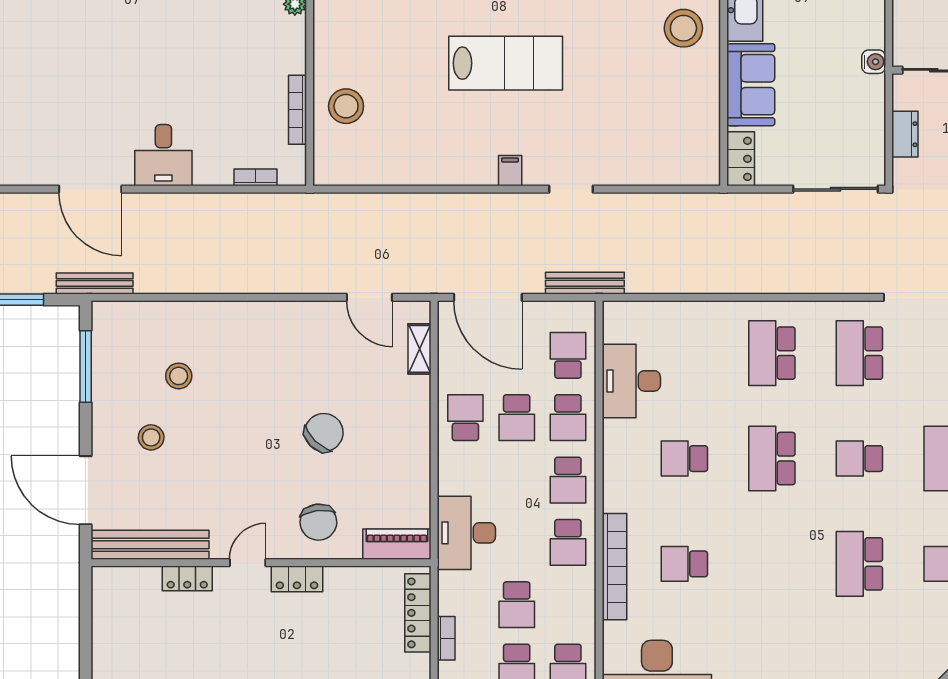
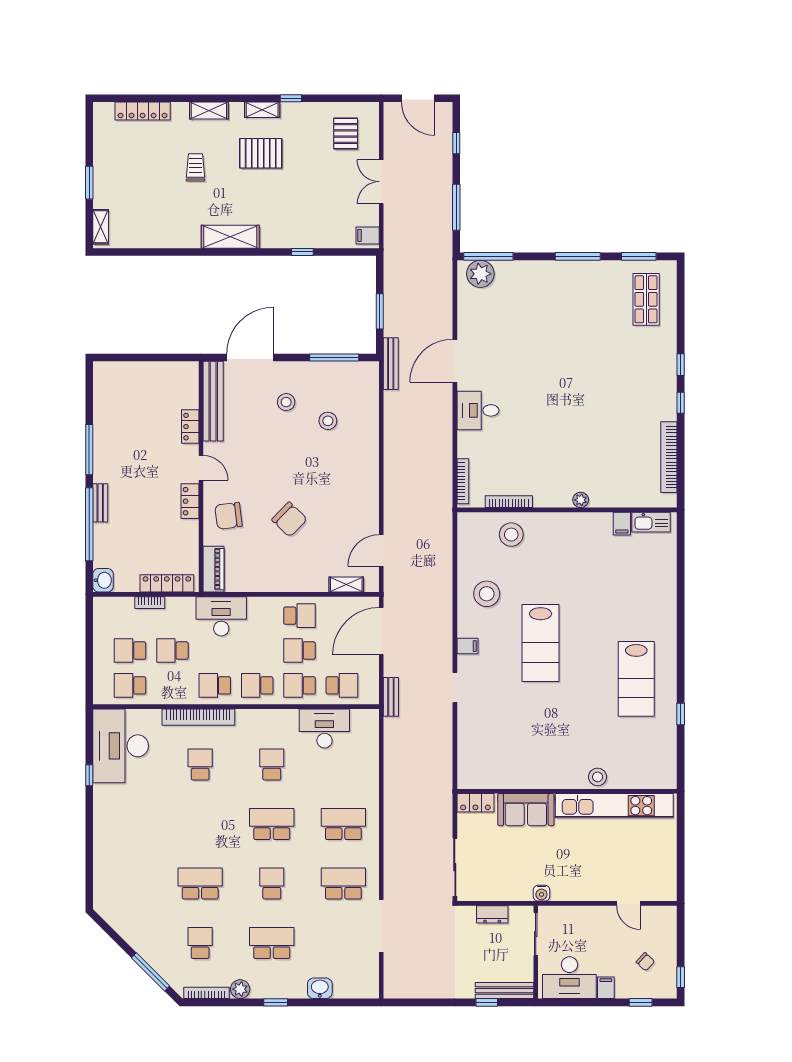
stool: (683, 28) -> (487, 594), moved
bookcase: (256, 177) -> (463, 481), width x1.56
bench: (585, 283) -> (391, 697), width x0.73

